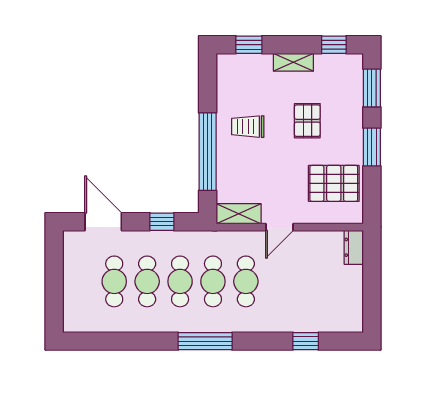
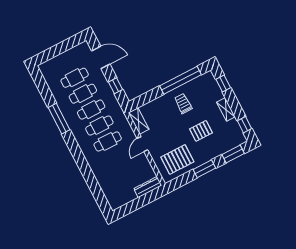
window: (208, 152) -> (180, 80), moved
pallet: (334, 183) -> (177, 159), turned 90
door: (103, 222) -> (101, 57), hinge flipped
door: (279, 227) -> (142, 144), hinge flipped
dresser: (354, 247) -> (148, 187), width x1.44
window: (205, 341) -> (59, 119), moved
window: (306, 341) -> (94, 185), removed

